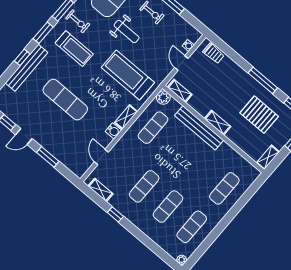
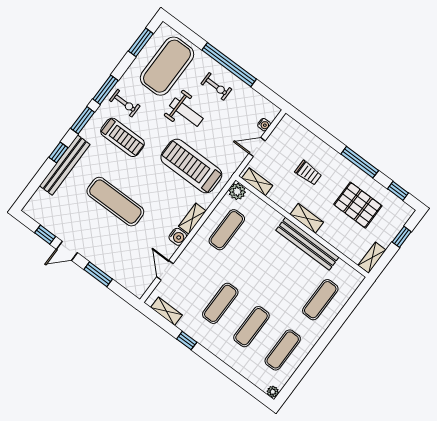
trolley: (213, 53) -> (308, 173), moved
door: (181, 63) -> (257, 147), hinge flipped
bench: (199, 128) -> (307, 244), moved

